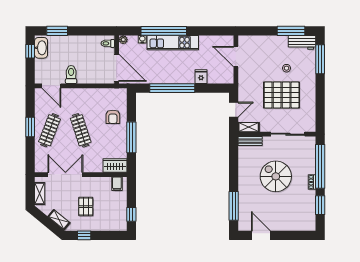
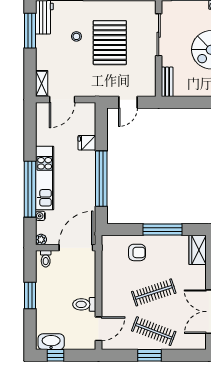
window: (57, 31) -> (30, 296), moved
door: (234, 110) -> (128, 102), swing flipped
shelving: (249, 127) -> (42, 84), moved

